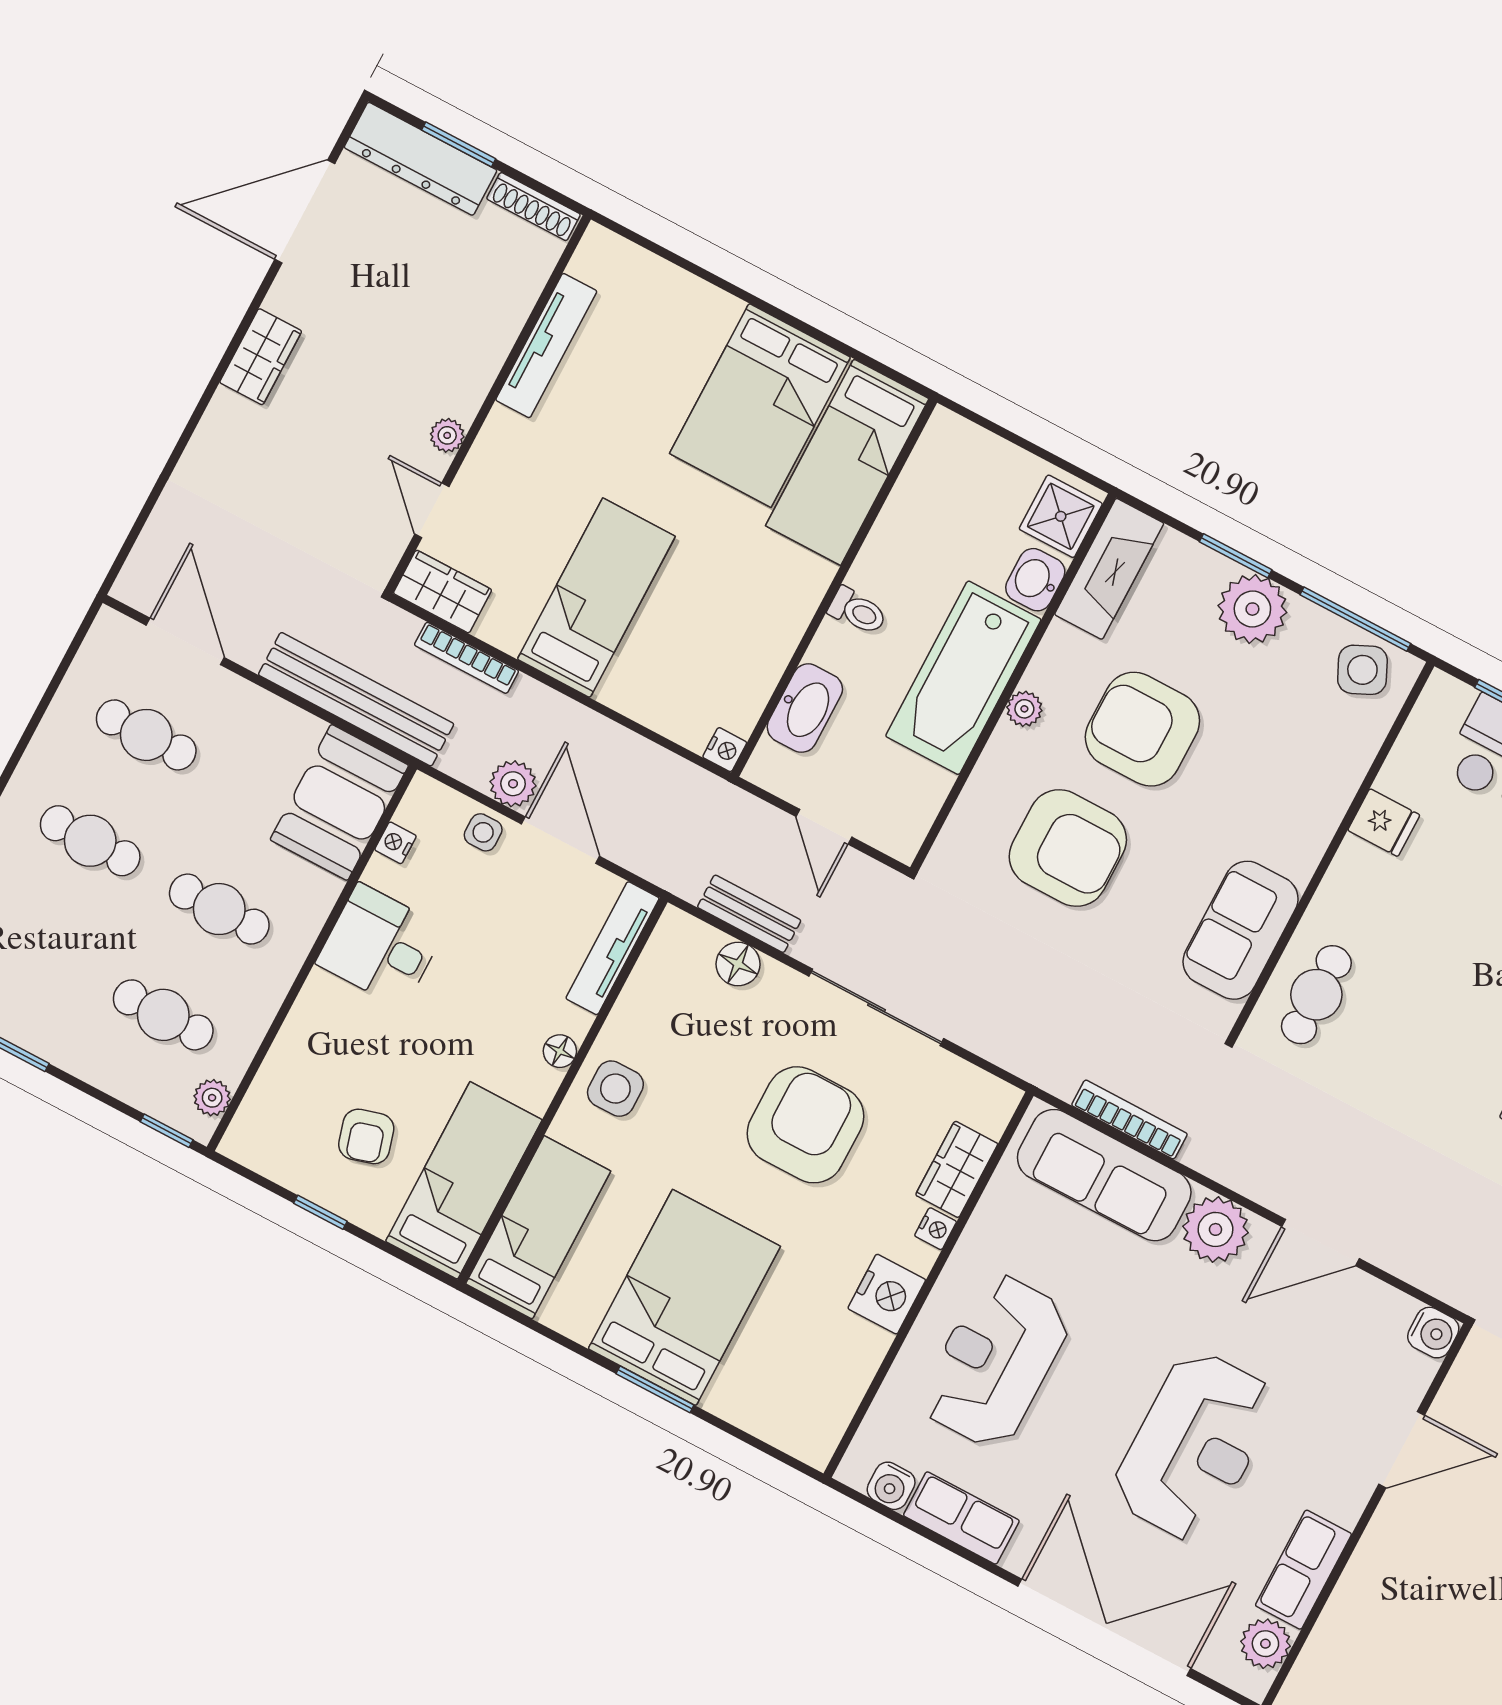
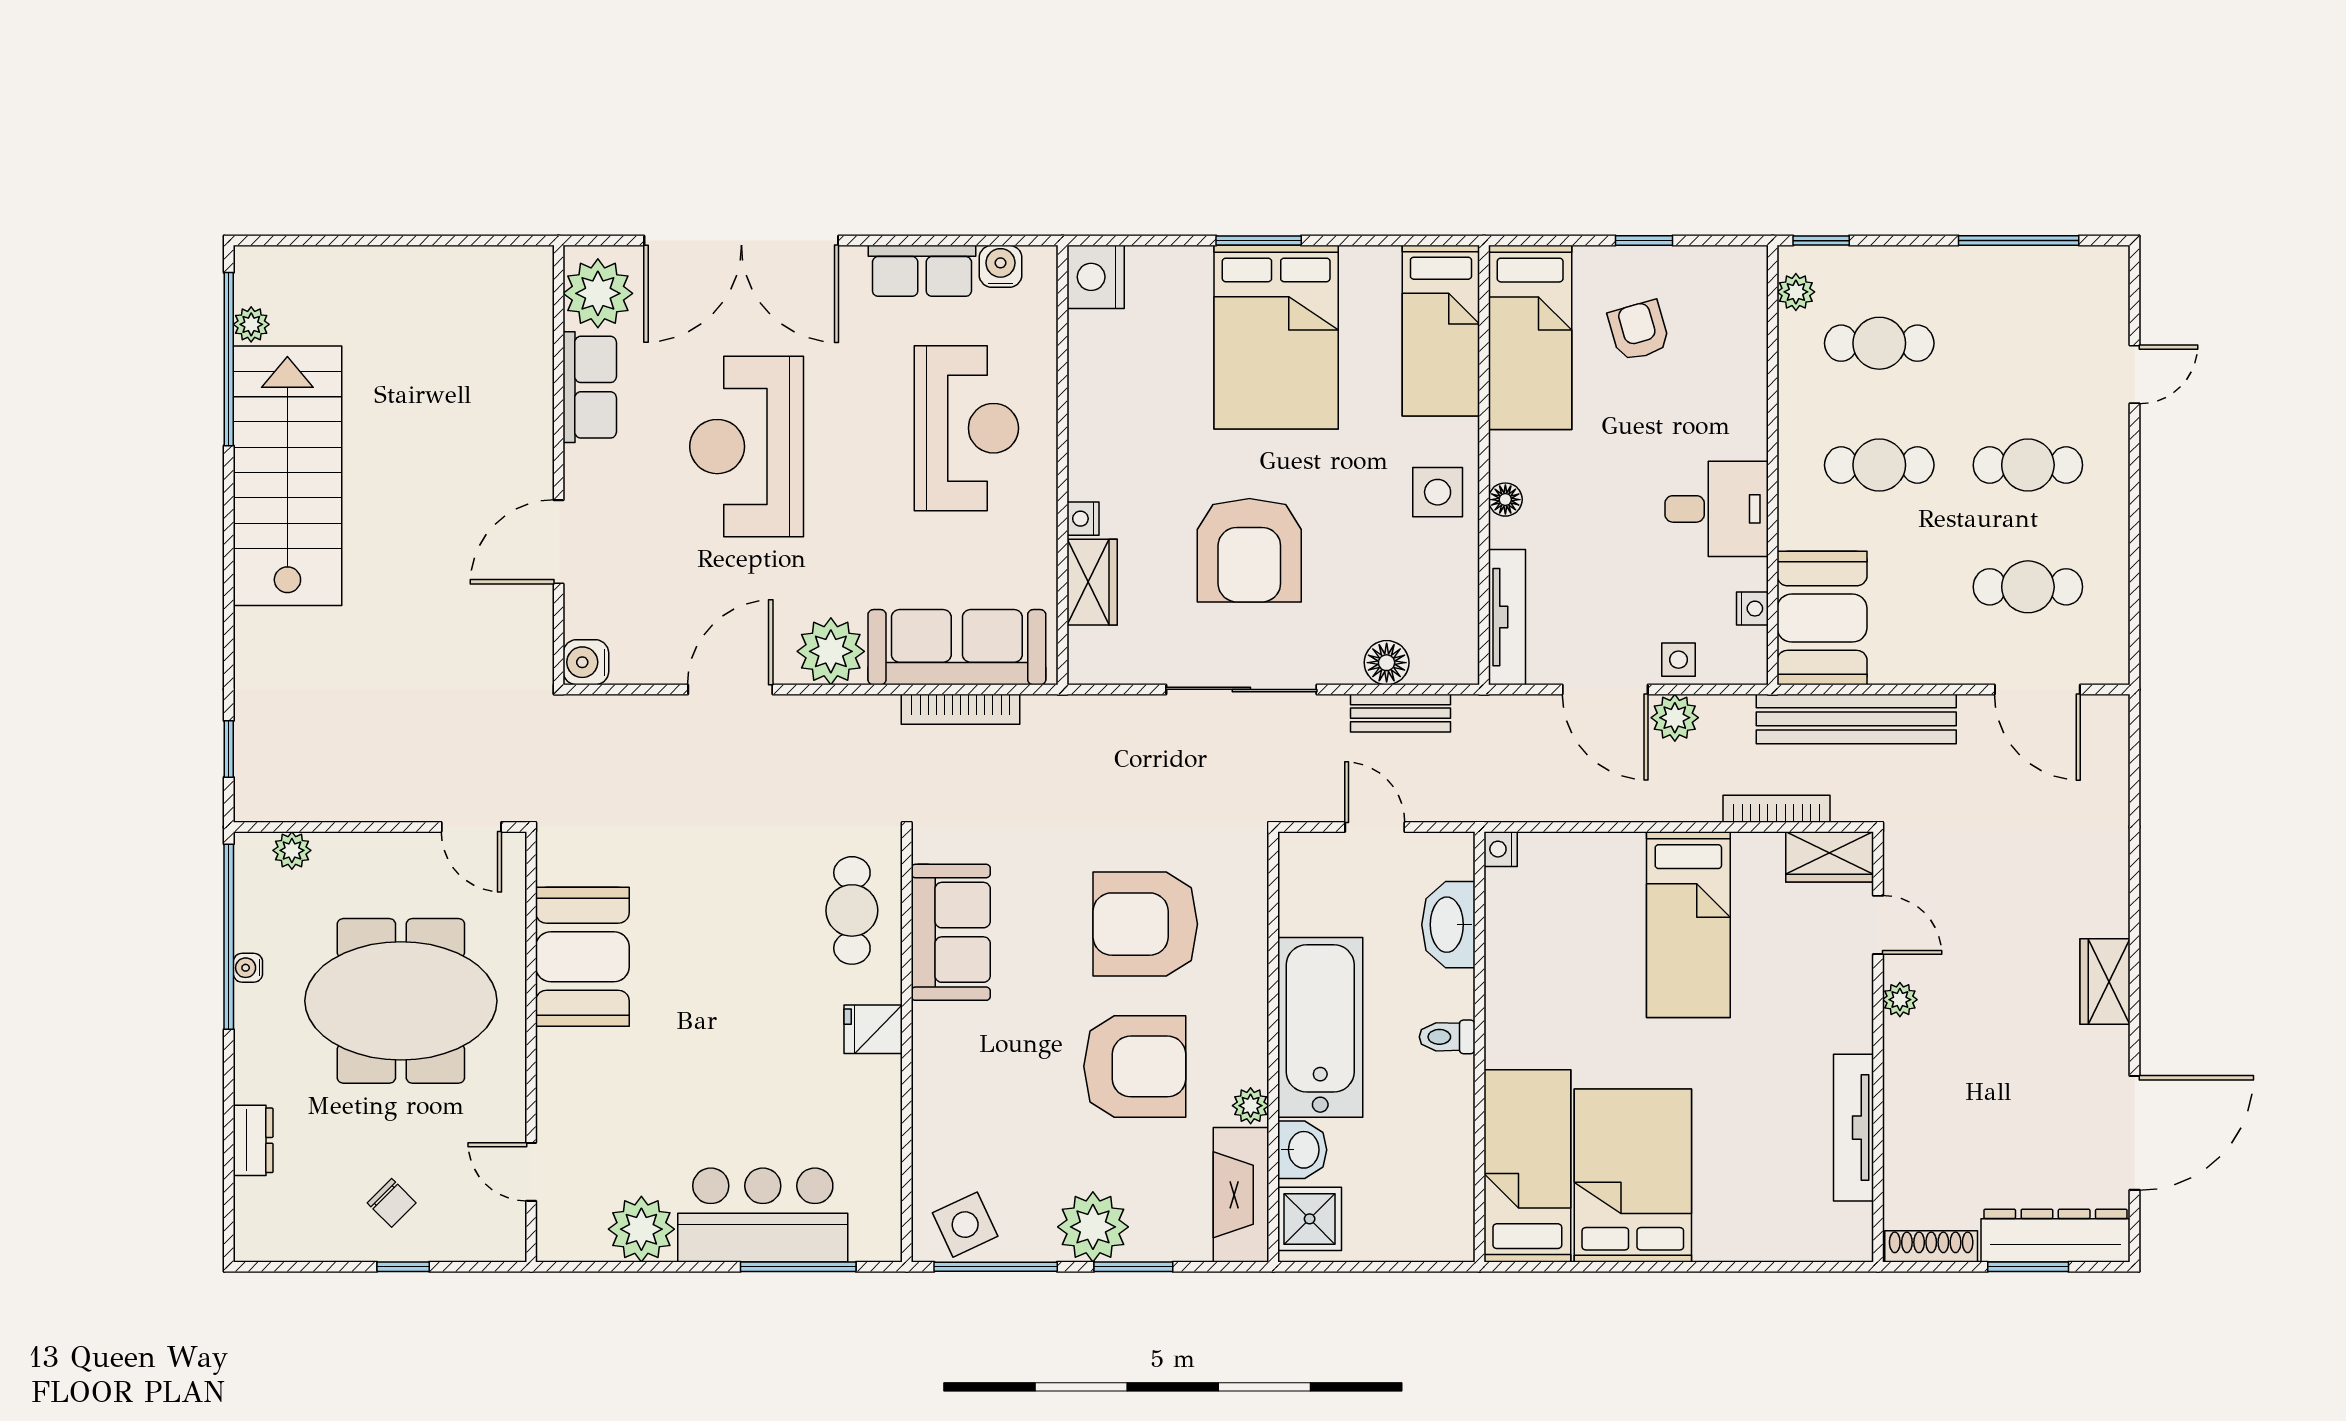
plant: (1024, 709) -> (1251, 1106), moved
fridge: (1384, 823) -> (873, 1029), moved
nightstand: (887, 1294) -> (1096, 277), moved
plant: (1265, 1644) -> (598, 293), width x1.36, depth x1.36

